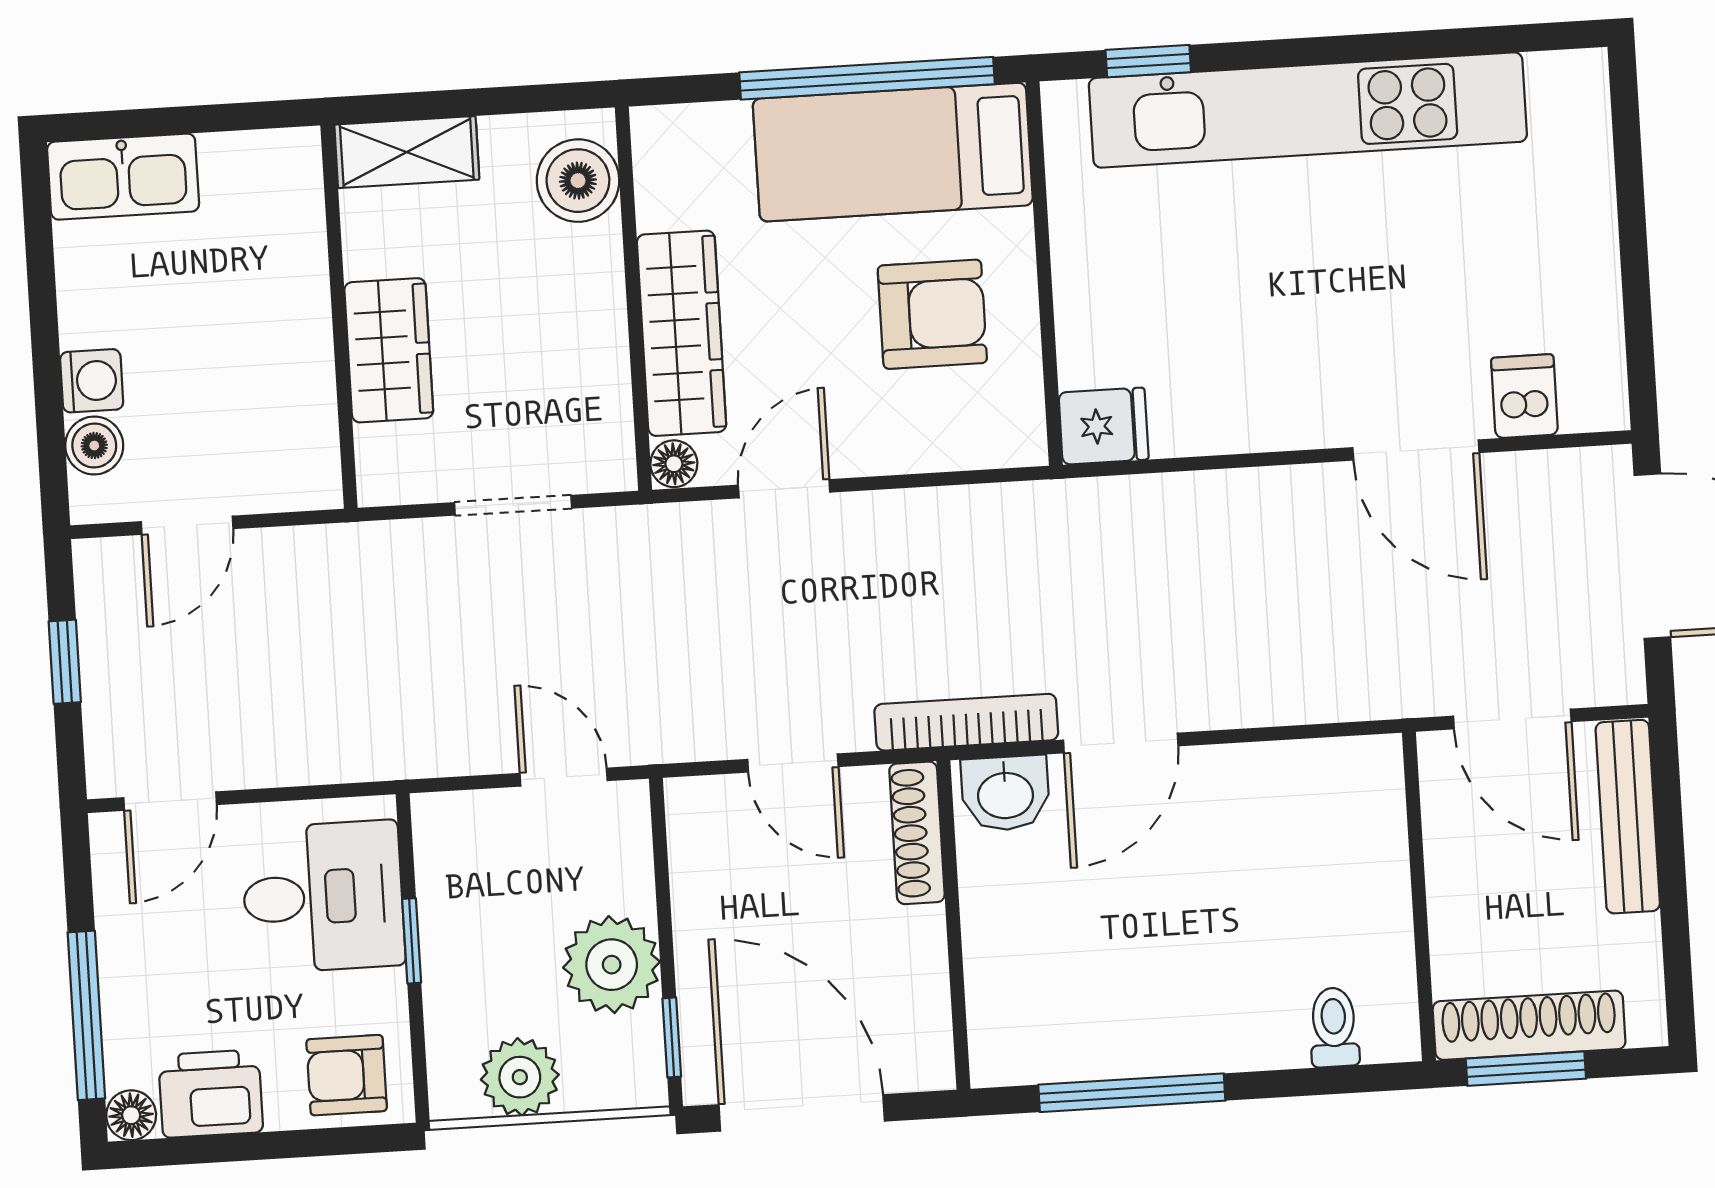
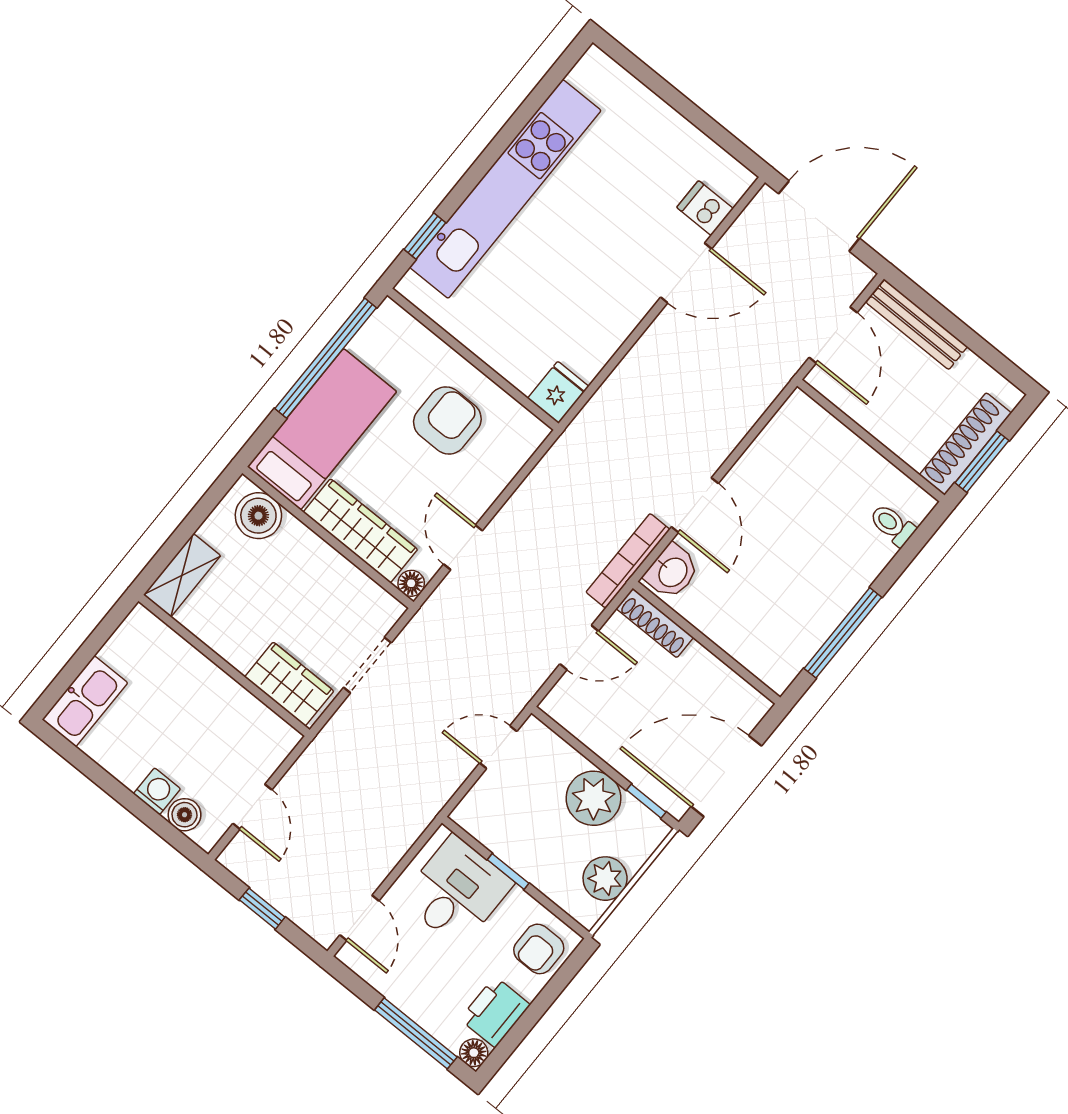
bed: (893, 152) -> (322, 429), moved, turned 180
wardrobe: (389, 350) -> (289, 684), moved
door: (1512, 719) -> (833, 335), hinge flipped

